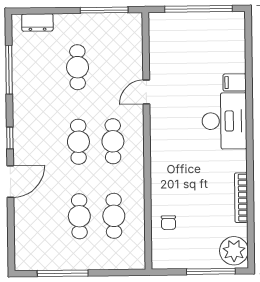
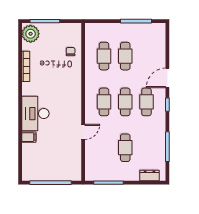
cafe table: (44, 142) -> (146, 102), added

